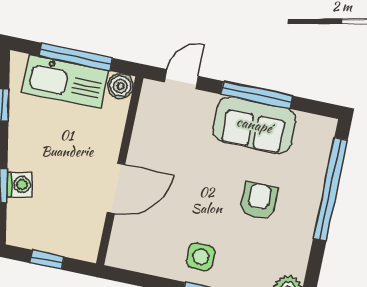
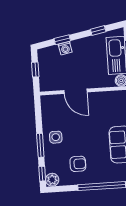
armchair: (259, 201) -> (78, 164), moved

